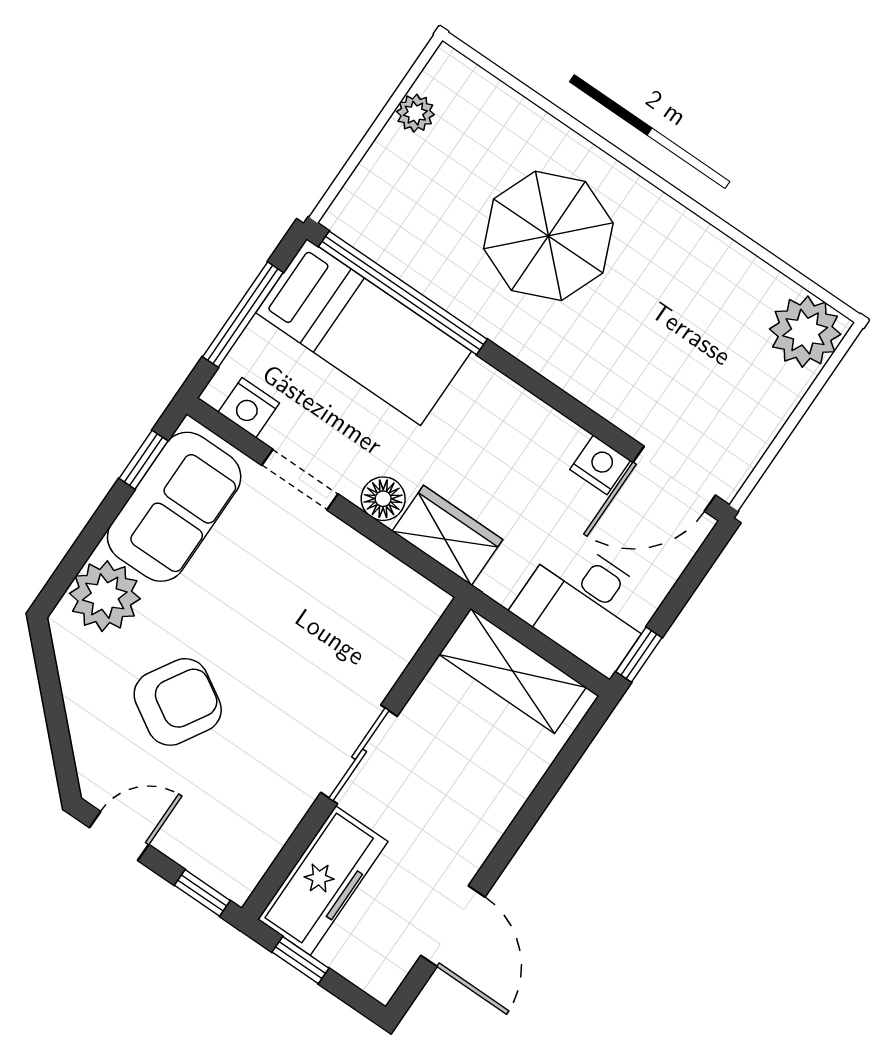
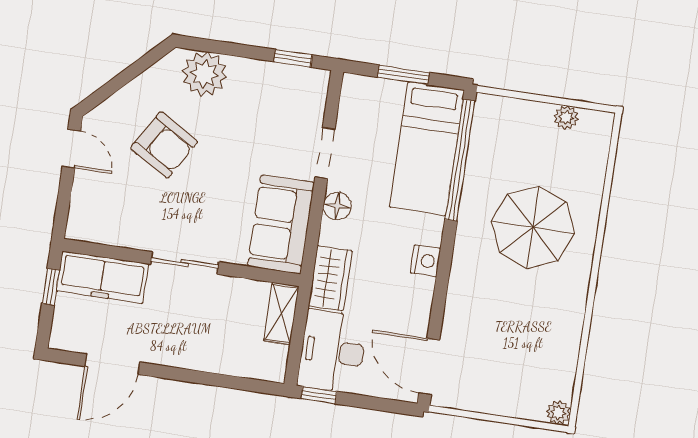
window: (243, 315) -> (403, 75), width x0.69
plant: (805, 332) -> (558, 413), width x0.53, depth x0.53
nightstand: (249, 408) -> (352, 104), removed
nightstand: (600, 465) -> (426, 261), moved
sofa: (174, 507) -> (281, 224), moved, turned 90
wardrobe: (447, 535) -> (330, 278), moved
shelving: (513, 671) -> (281, 314), width x0.67, depth x0.75
window: (202, 893) -> (62, 212), removed

